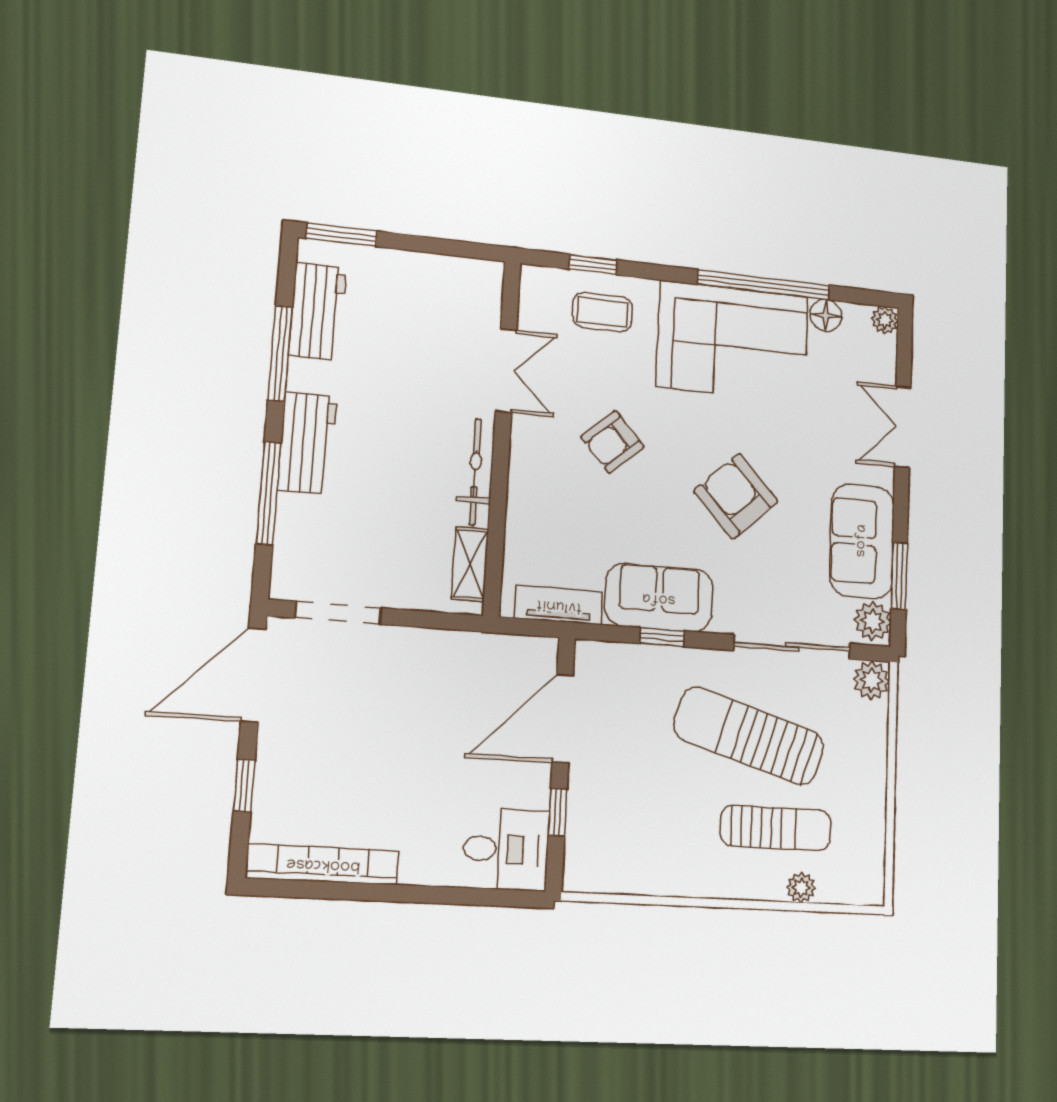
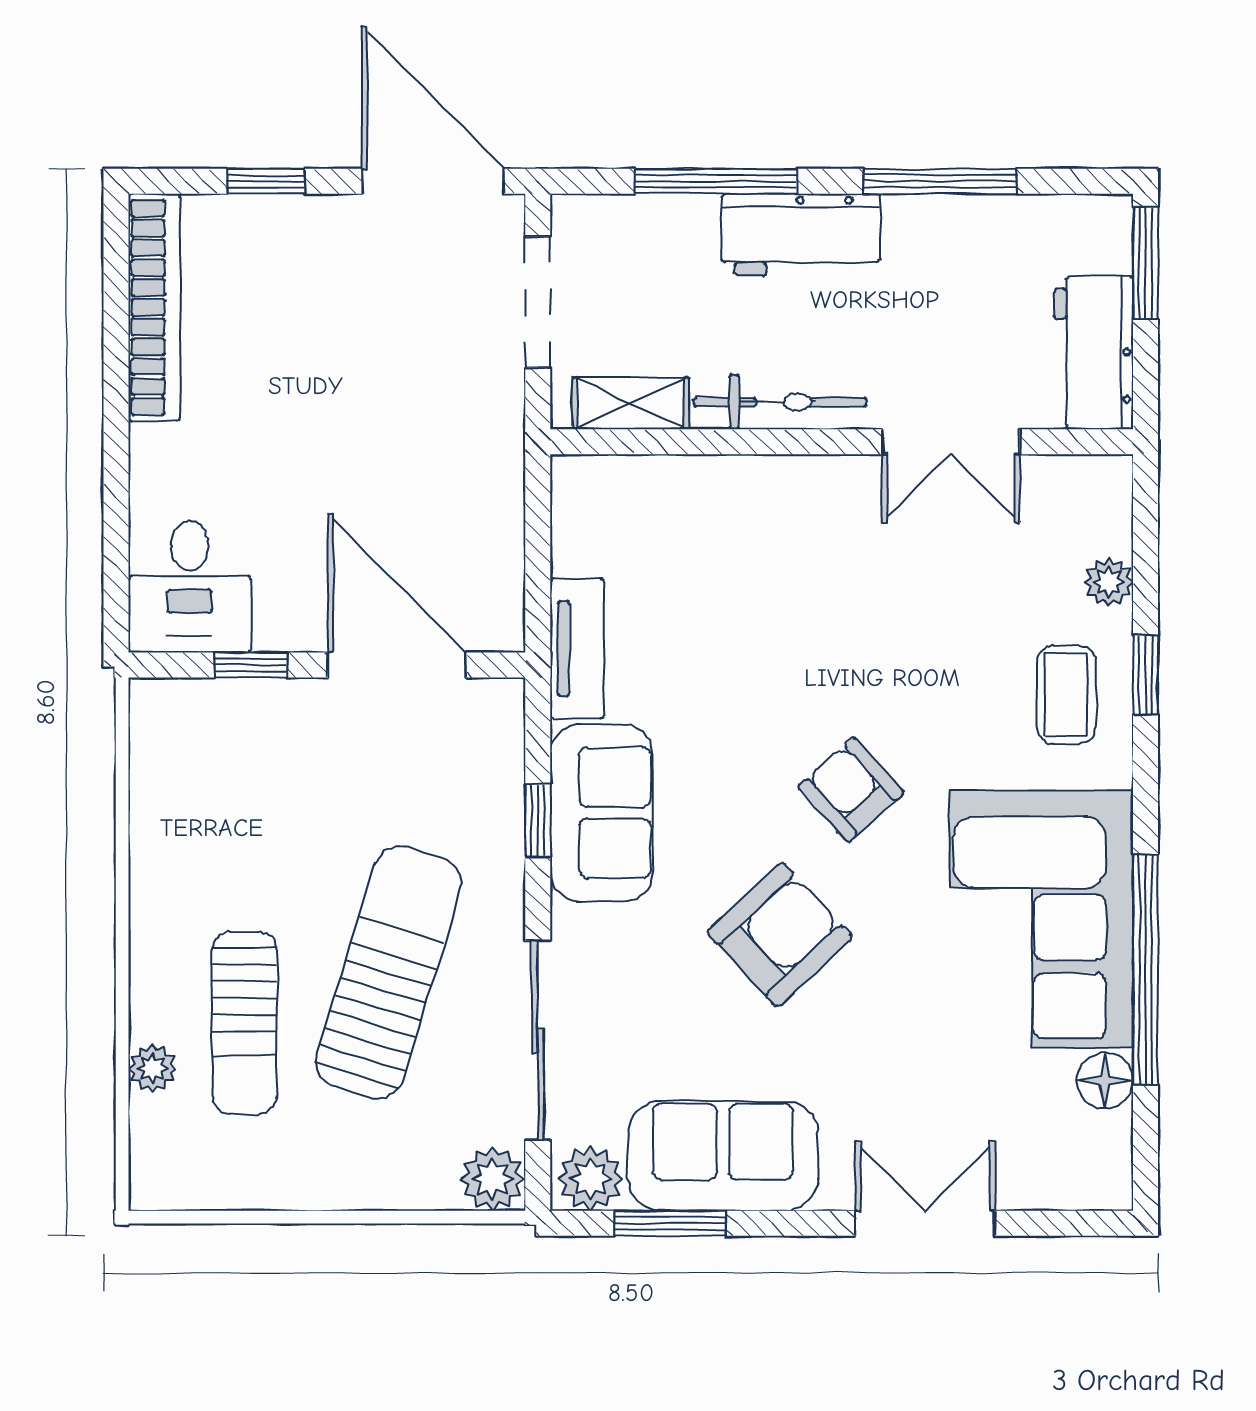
workbench: (317, 311) -> (1094, 353), moved, turned 90
plant: (885, 320) -> (1109, 582), moved
double door: (506, 370) -> (951, 442), moved
wall: (502, 436) -> (842, 442), moved
armchair: (612, 442) -> (851, 790), moved
bicycle: (475, 472) -> (780, 402), moved
shelving: (470, 564) -> (631, 403), moved

